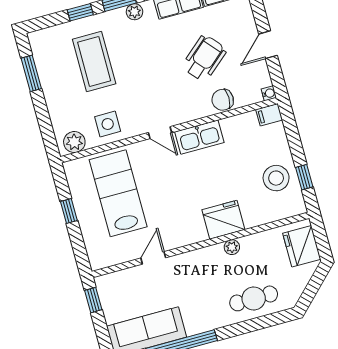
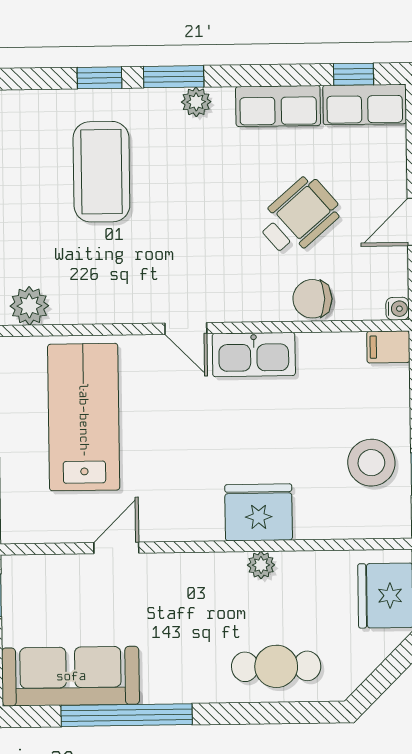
side table: (108, 124) -> (97, 289), removed

